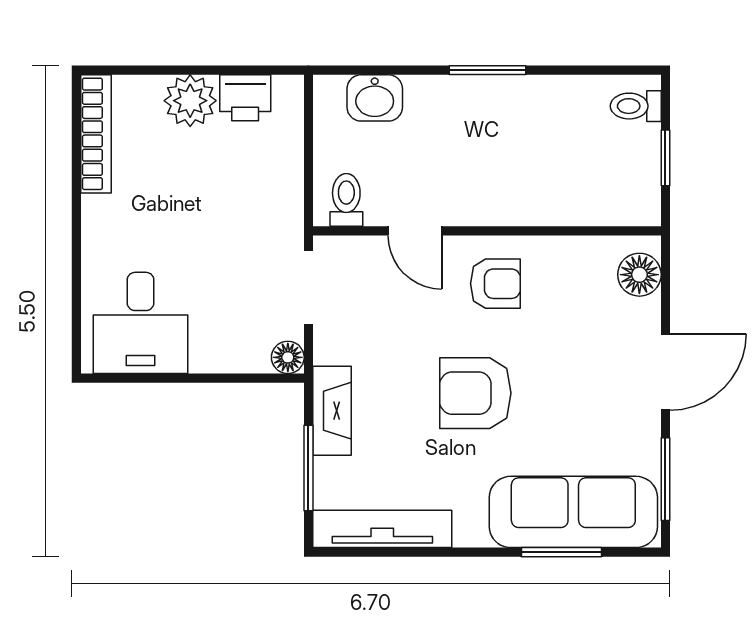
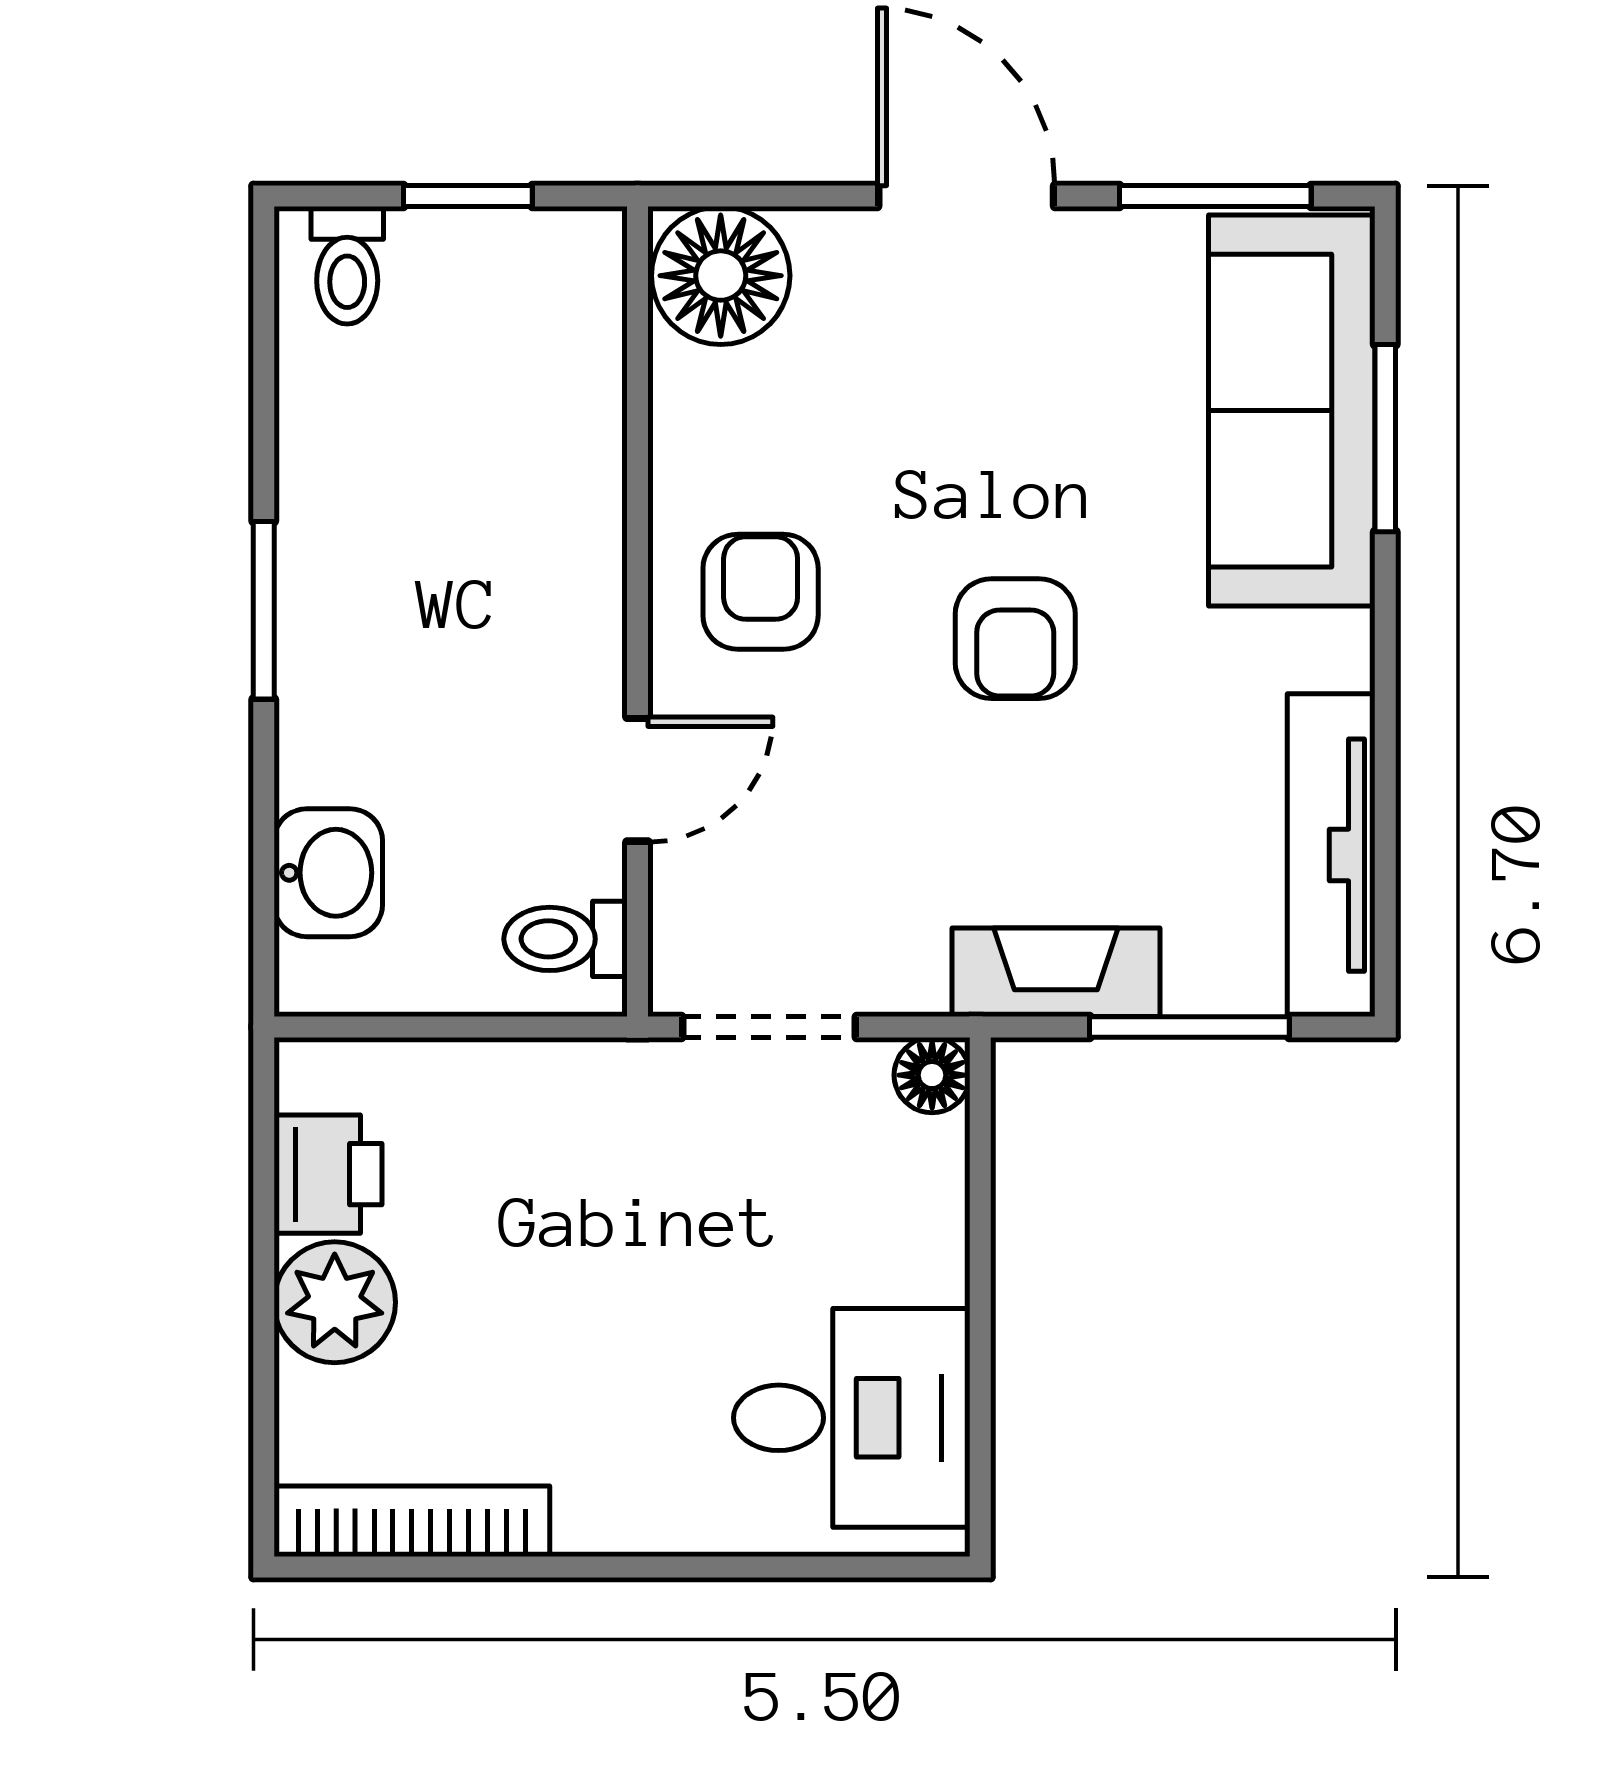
floor lamp: (639, 275) -> (721, 276), width x1.38, depth x1.38
armchair: (475, 393) -> (1015, 639), width x0.72, depth x0.72

